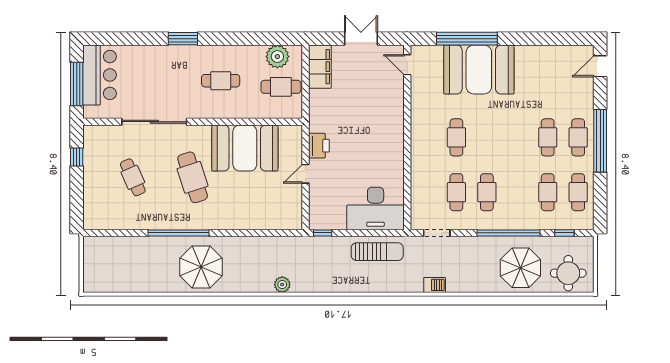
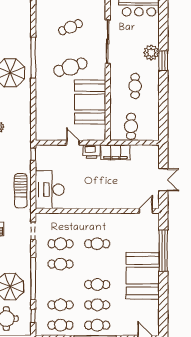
plant: (277, 57) -> (151, 53), moved
filing cabinet: (320, 67) -> (115, 152), moved
booth: (479, 69) -> (143, 276), moved
cafe table: (517, 137) -> (97, 284), added

